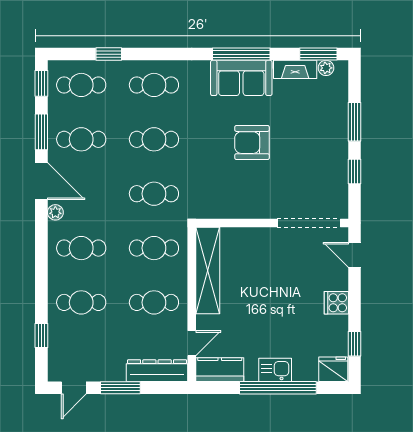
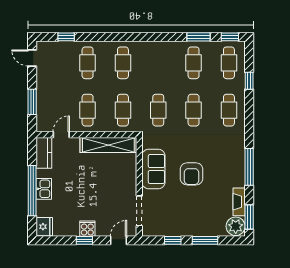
plant: (326, 68) -> (236, 226), width x1.87, depth x1.87
sofa: (241, 78) -> (153, 169), moved, turned 180
armchair: (252, 143) -> (192, 174), turned 180
door: (41, 181) -> (166, 37), removed
plant: (55, 212) -> (146, 46), removed
doorway: (309, 223) -> (139, 211), width x0.73
door: (192, 343) -> (61, 135), swing flipped
window: (354, 344) -> (84, 240), moved
dresser: (157, 371) -> (43, 112), removed
window: (120, 388) -> (32, 102), moved

